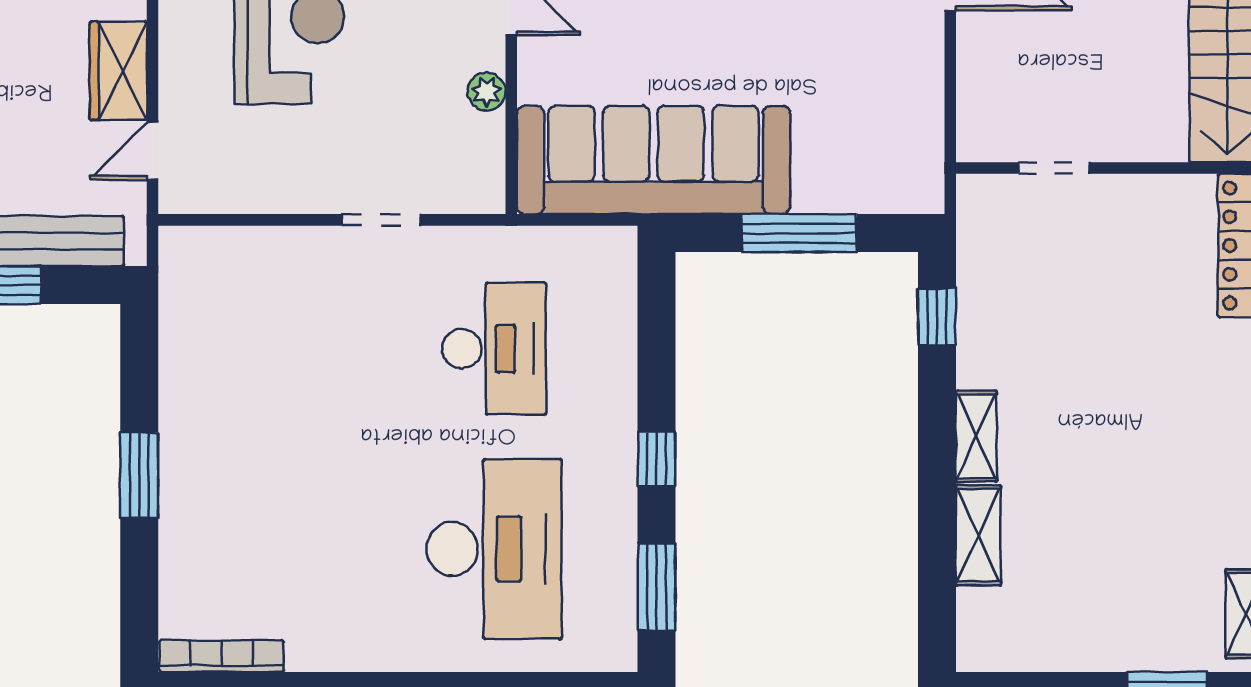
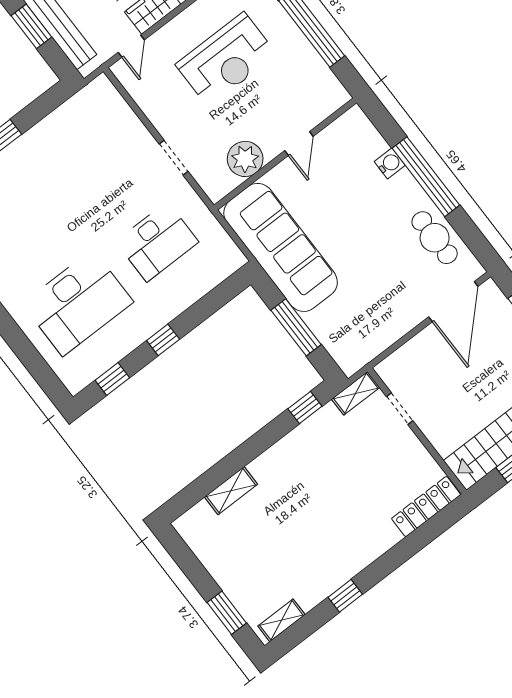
plant: (487, 92) -> (245, 159), width x1.88, depth x1.88
door: (152, 151) -> (131, 46), swing flipped
shelving: (976, 436) -> (356, 393), moved
window: (657, 587) -> (112, 379), width x0.67

